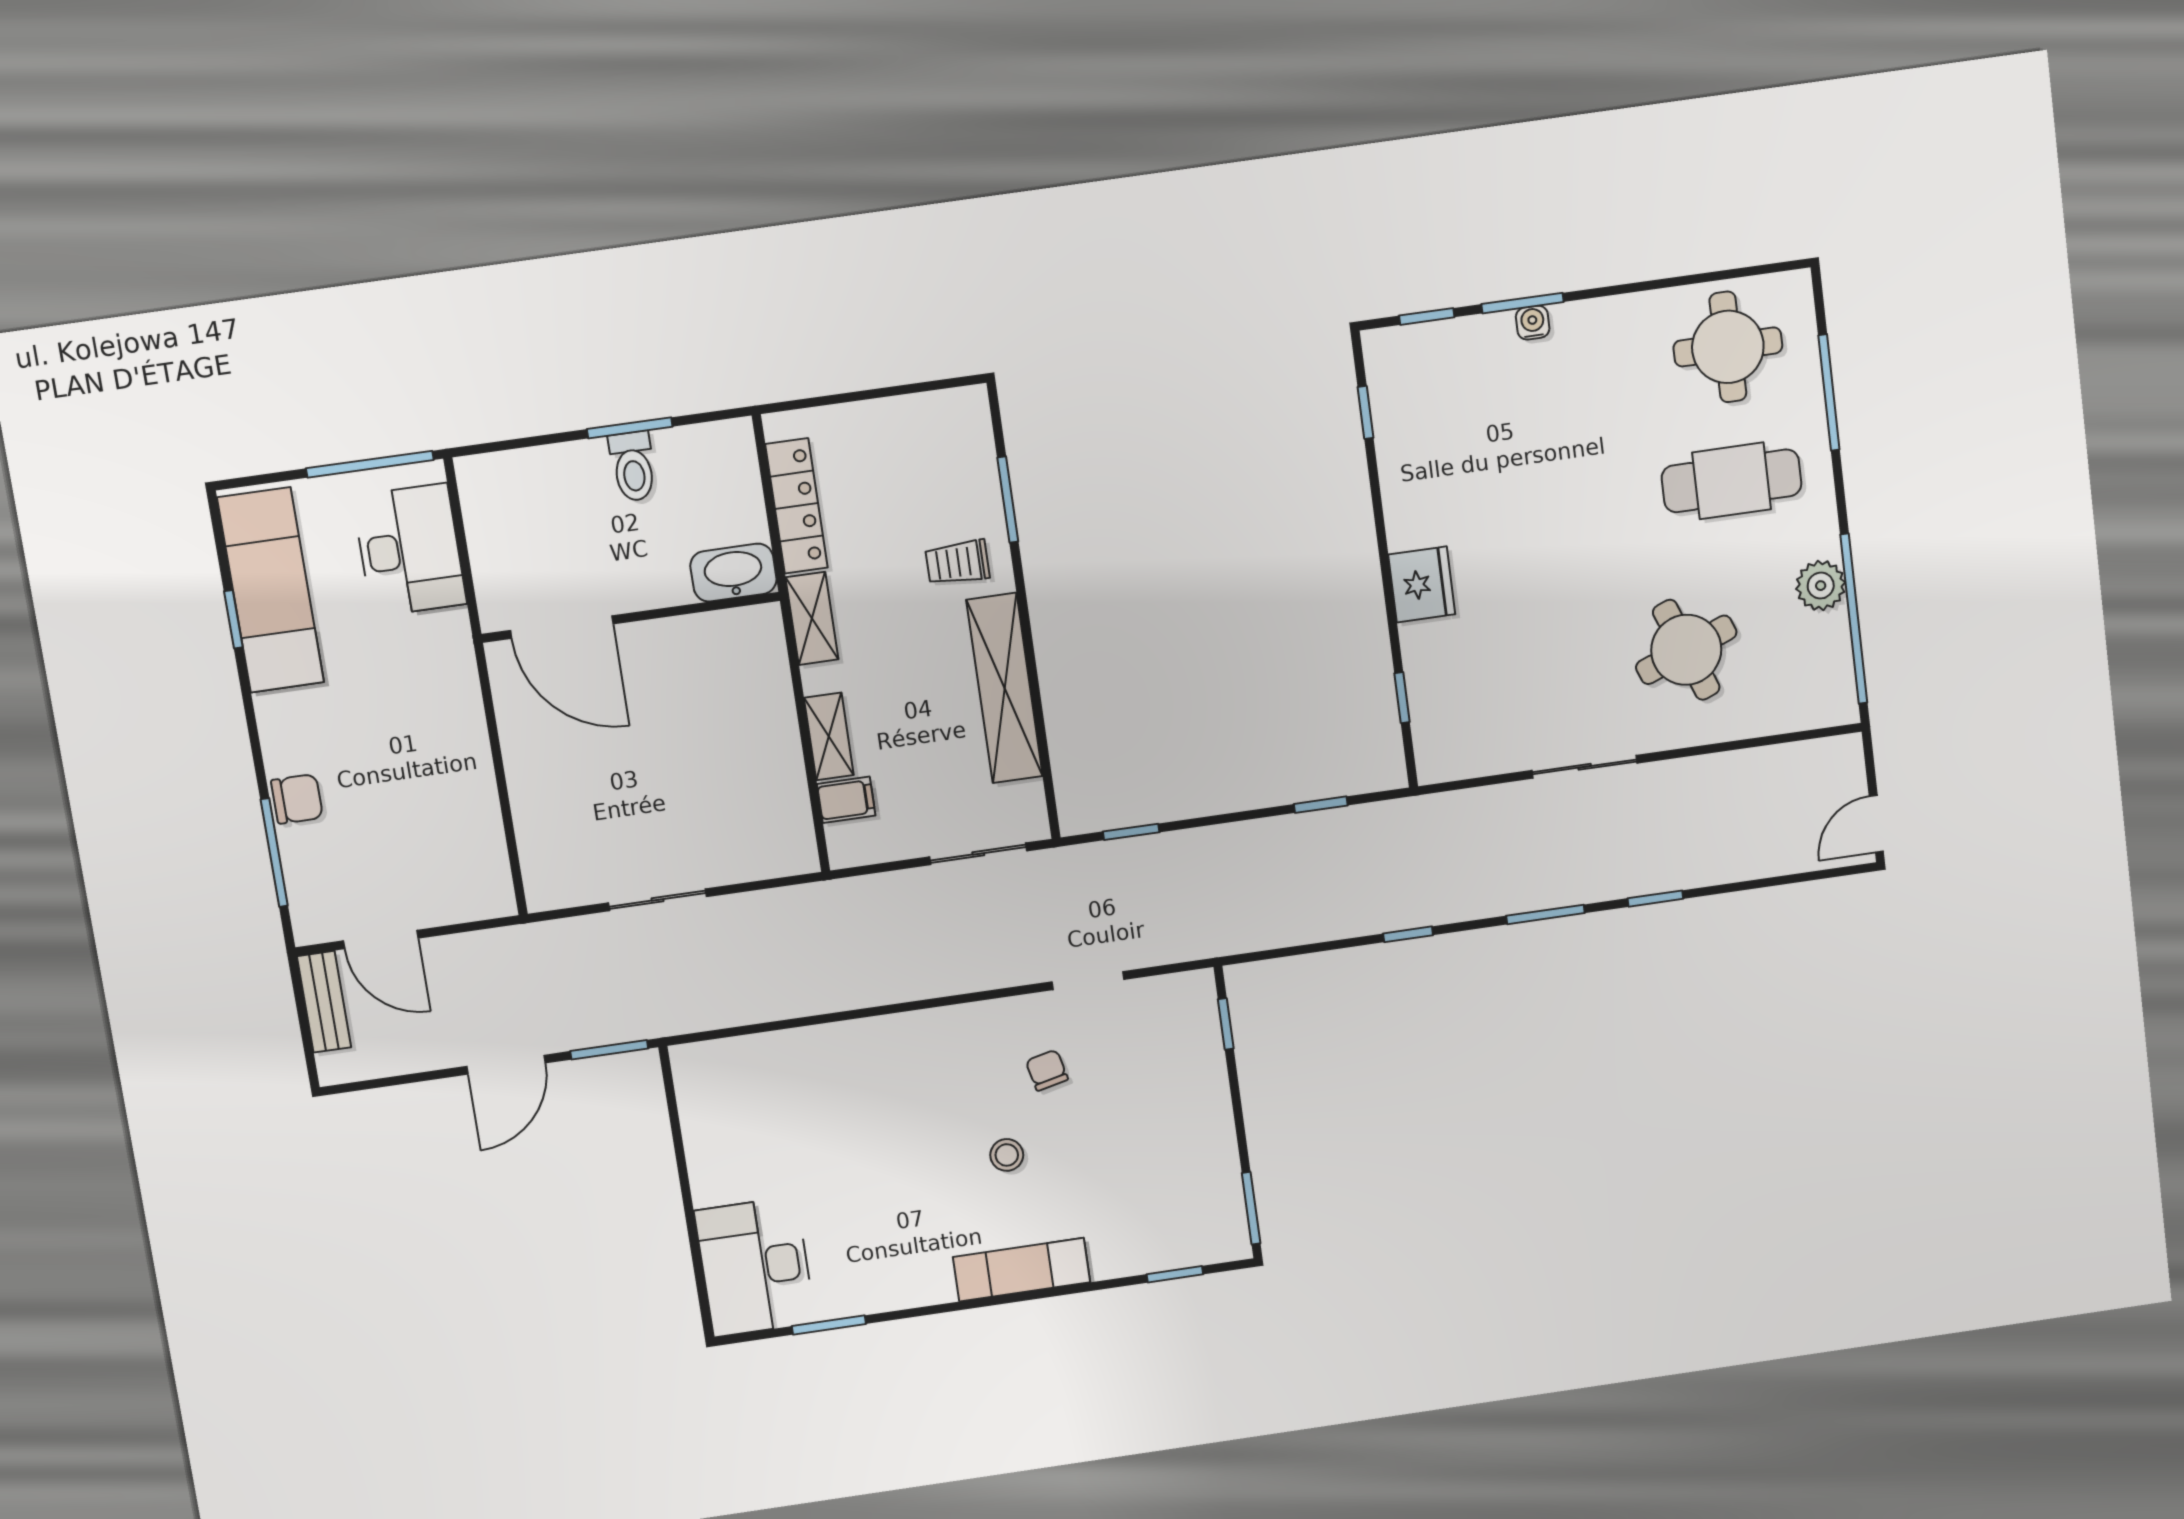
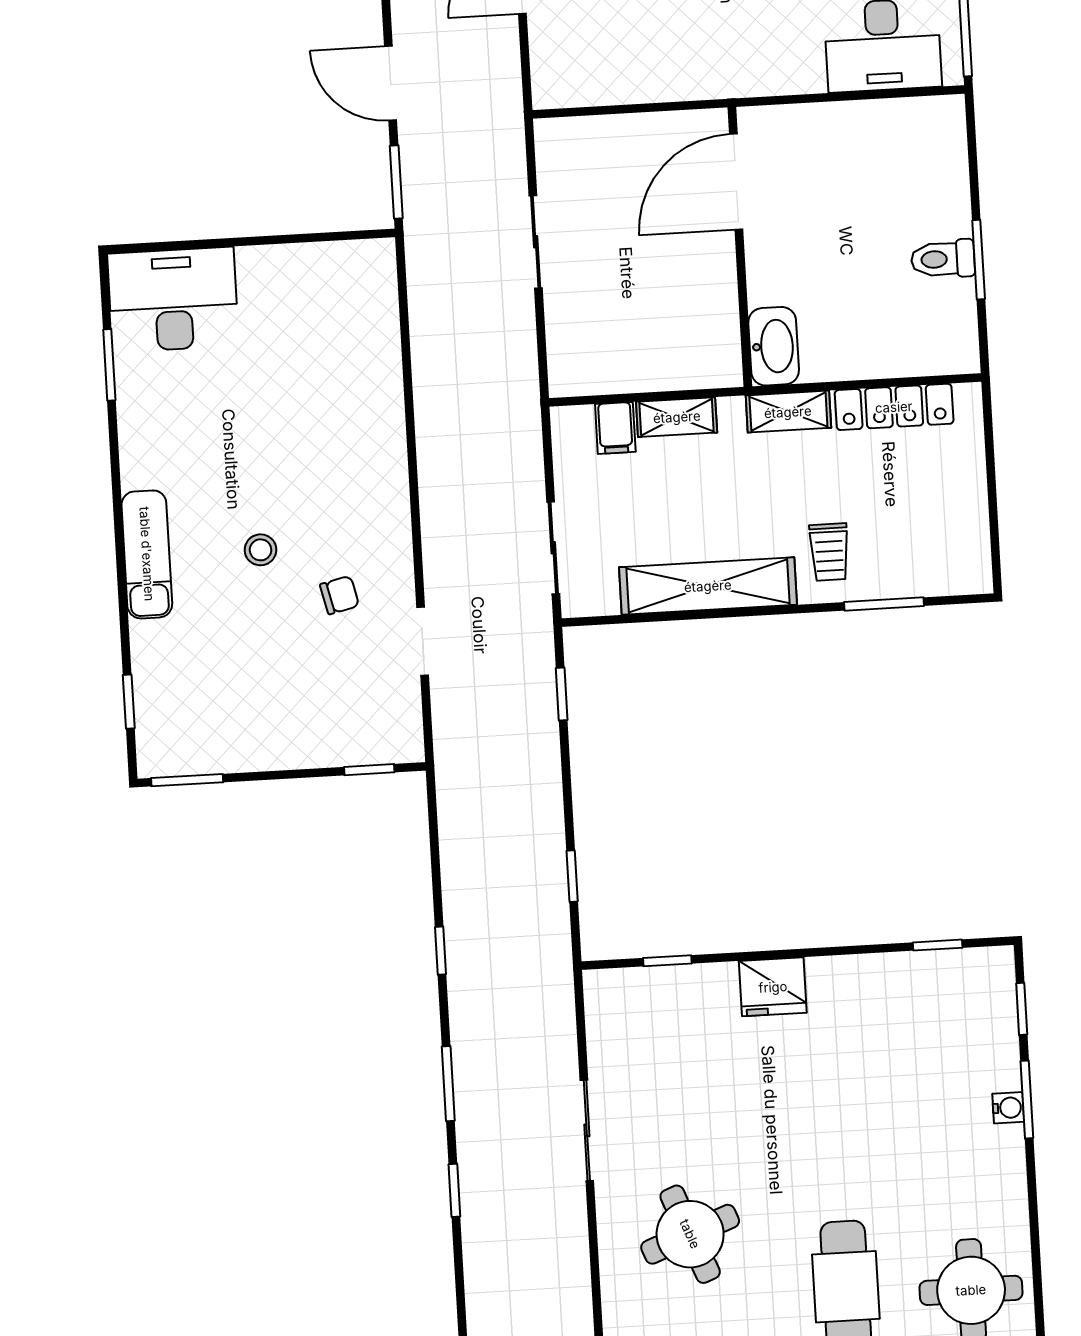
trolley: (957, 562) -> (829, 552), turned 180
washbasin: (733, 573) -> (774, 346), moved
wall: (631, 617) -> (740, 247), moved
door: (562, 627) -> (736, 182), moved

